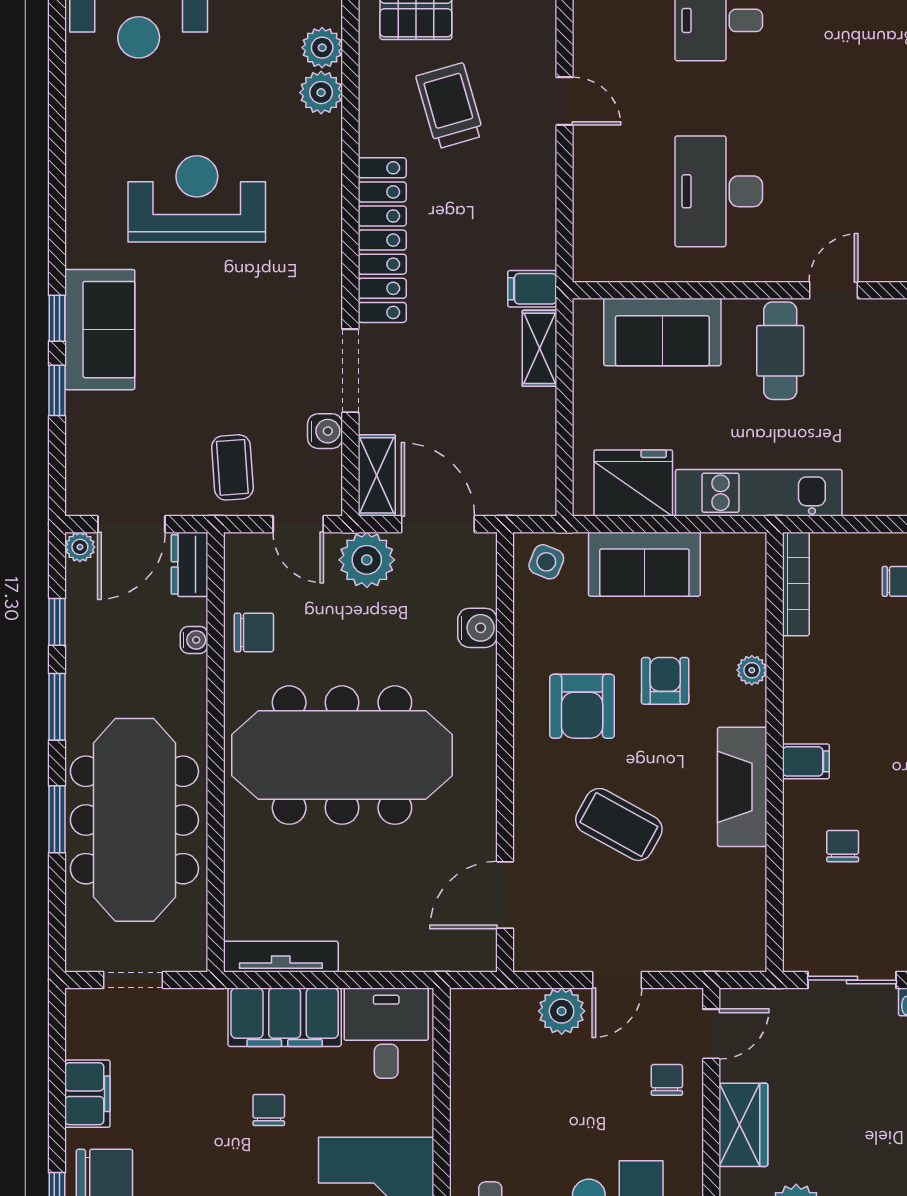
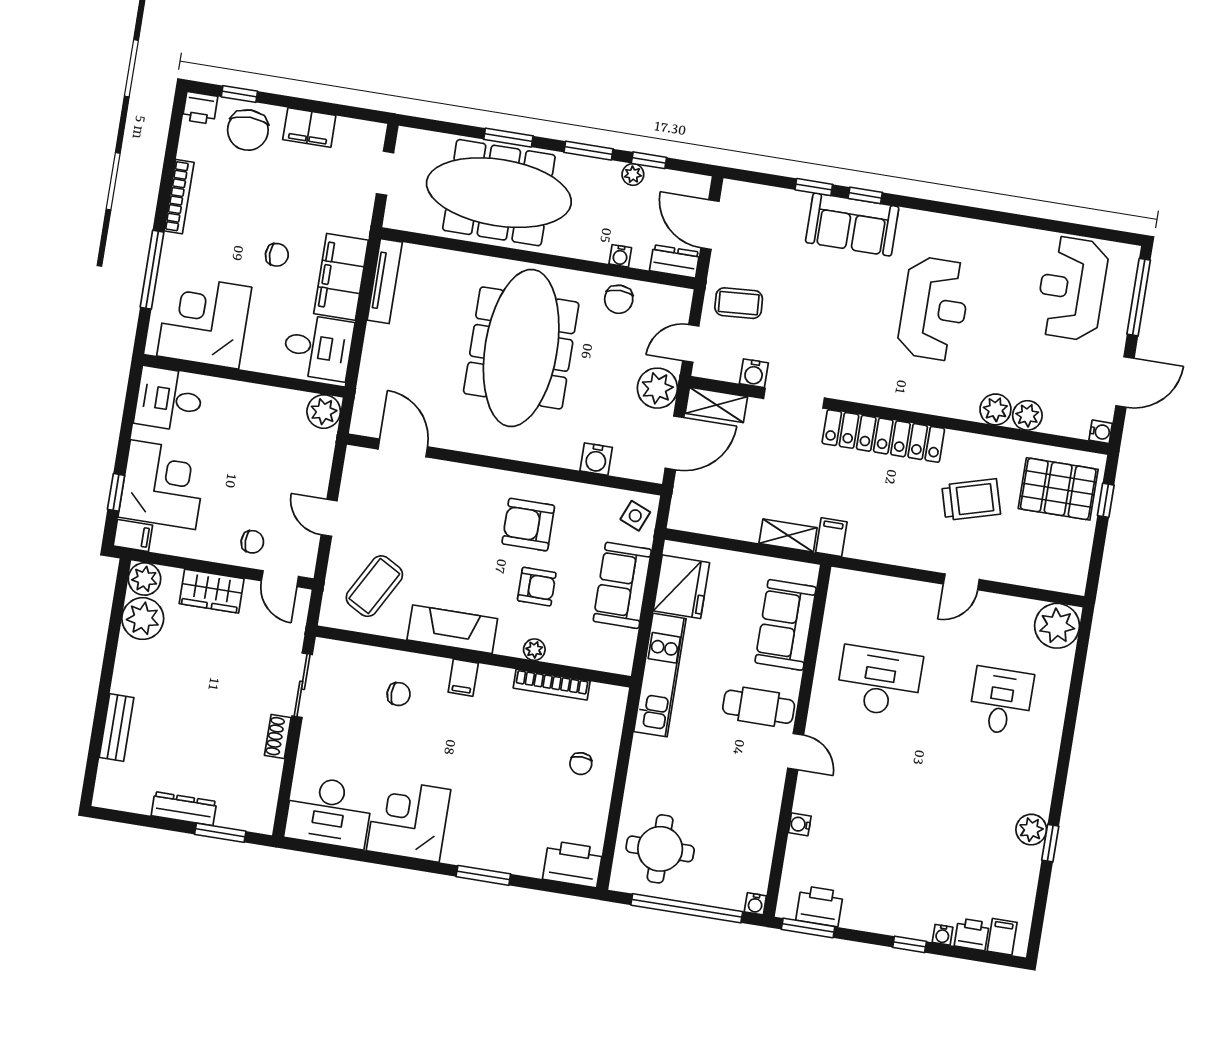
plant: (80, 547) -> (633, 174), moved
bookcase: (796, 584) -> (552, 685), moved
coffee table: (619, 824) -> (374, 586), moved
plant: (562, 1011) -> (324, 412), moved

